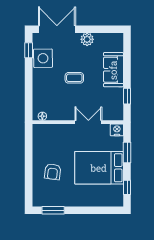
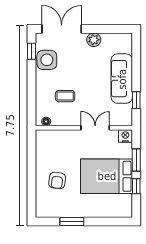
sofa: (113, 70) -> (122, 79), width x1.36
coffee table: (74, 78) -> (65, 96), moved
window: (127, 187) -> (136, 186), moved
window: (53, 210) -> (72, 221), moved

